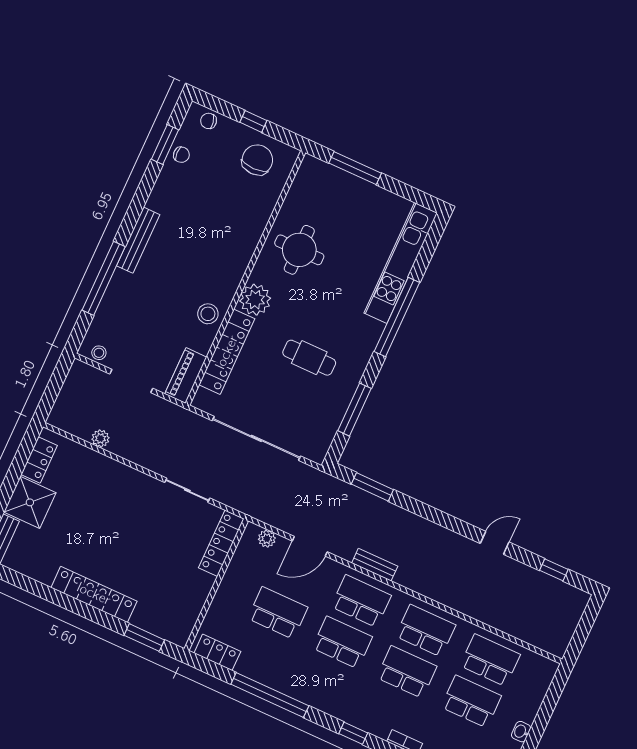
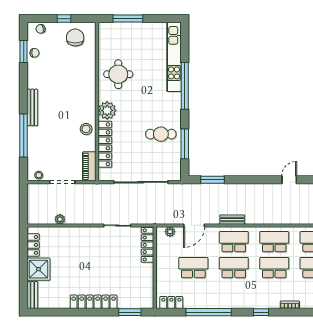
cafe table: (309, 358) -> (161, 134), moved

